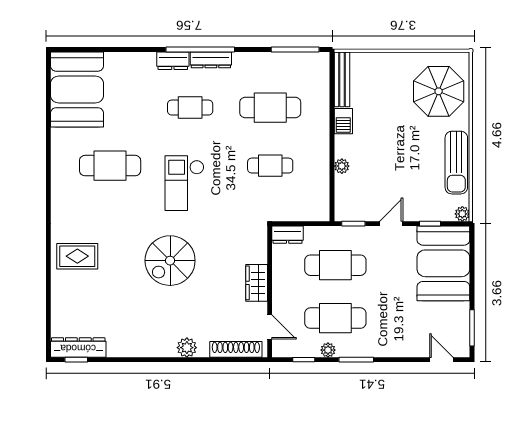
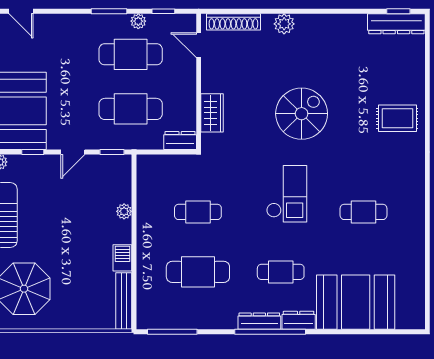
booth: (77, 89) -> (356, 302), moved, turned 90
cafe table: (110, 166) -> (363, 212), width x0.73, depth x0.74
wardrobe: (257, 283) -> (212, 113), moved

